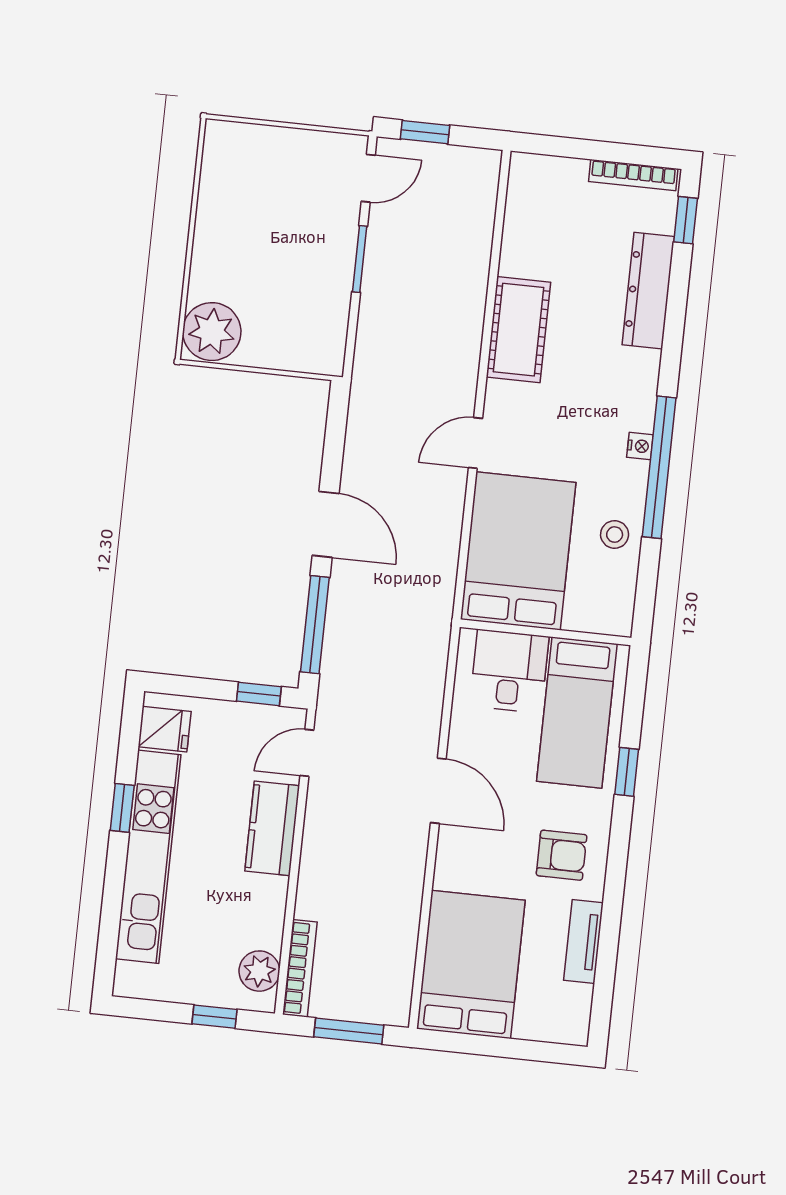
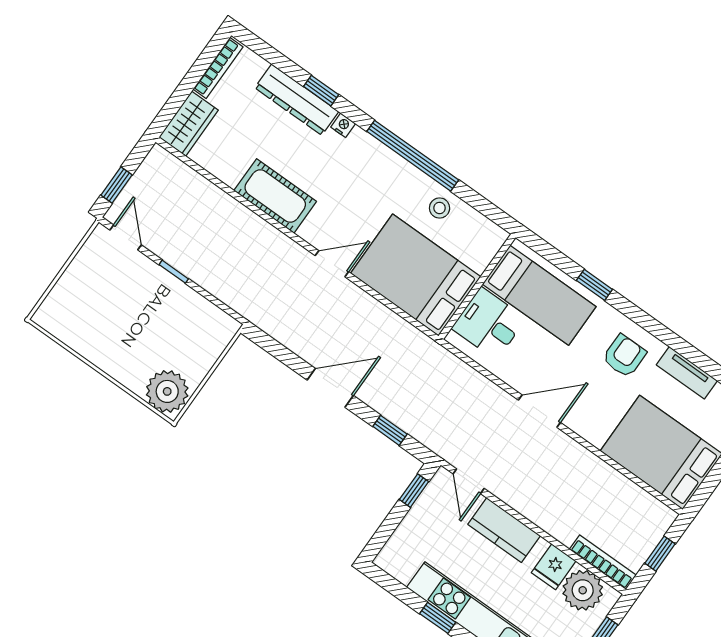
wardrobe: (547, 177) -> (189, 124), added
window: (686, 220) -> (321, 91), moved
window: (360, 259) -> (174, 272), width x0.67
door: (475, 443) -> (332, 264), swing flipped
nightstand: (640, 446) -> (343, 125), moved
window: (315, 625) -> (390, 430), width x0.46
fridge: (165, 729) -> (554, 567), moved, turned 180
plant: (259, 971) -> (583, 590), width x1.36, depth x1.36
window: (349, 1031) -> (660, 554), width x0.67

